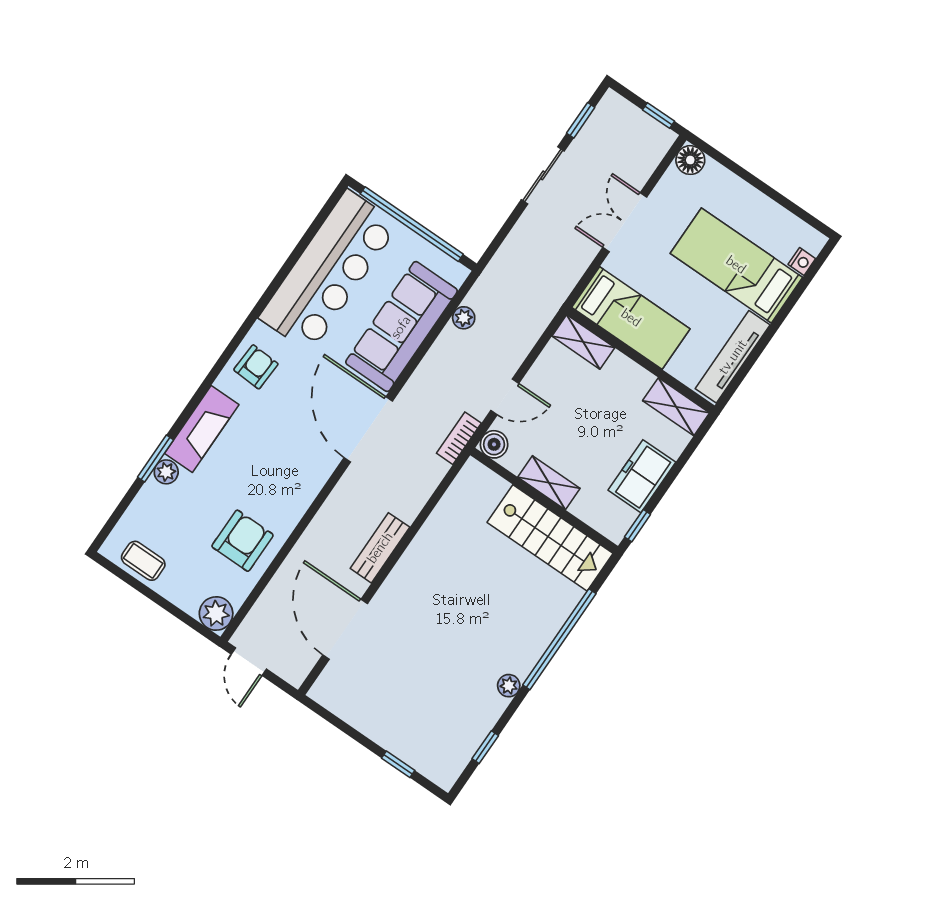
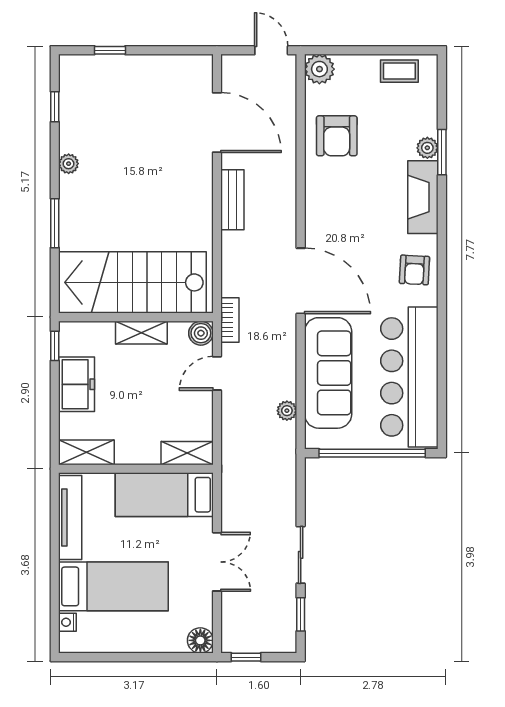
stairs: (550, 538) -> (132, 282), width x1.36, depth x1.51
window: (559, 639) -> (55, 223), width x0.47

